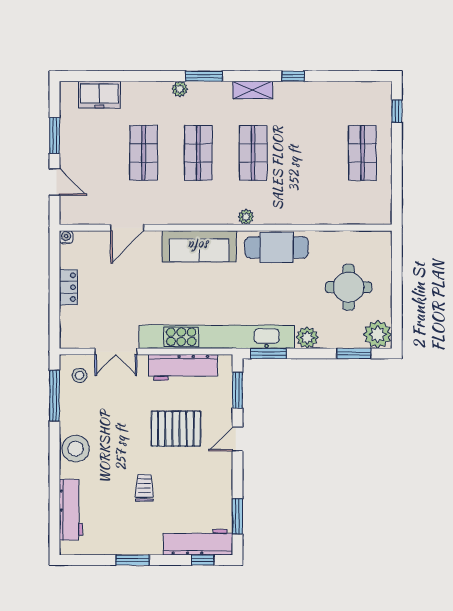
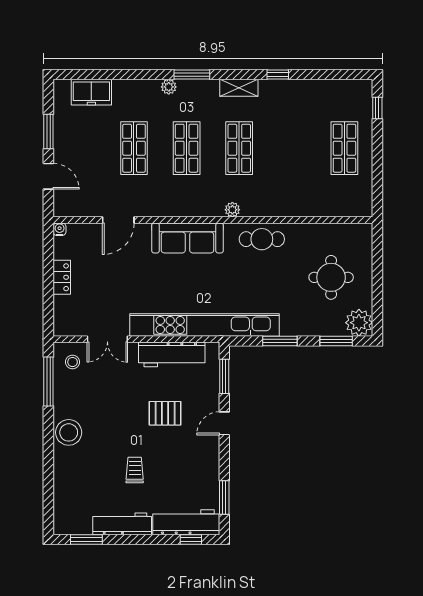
cafe table: (277, 247) -> (262, 239), width x0.73, depth x0.74
plant: (307, 338) -> (291, 326), removed
window: (268, 353) -> (280, 341), moved
pallet: (176, 429) -> (165, 413), width x0.67, depth x0.71
workbench: (71, 510) -> (122, 524), moved, turned -90
window: (133, 560) -> (86, 539), moved

